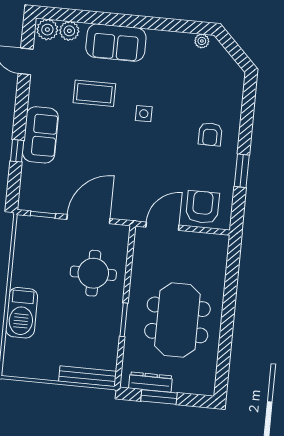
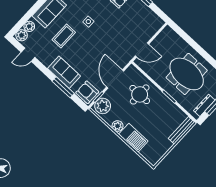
window: (17, 151) -> (63, 87), width x2.17
armchair: (203, 207) -> (87, 92), moved
door: (162, 226) -> (142, 50), swing flipped
plant: (34, 231) -> (103, 106), added
plant: (21, 276) -> (117, 126), added

